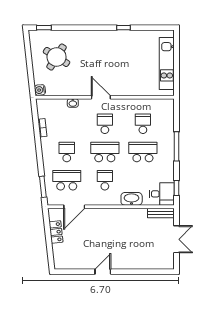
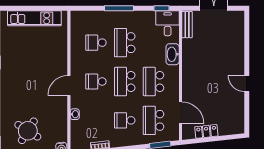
school desk: (105, 180) -> (154, 82), width x1.85

